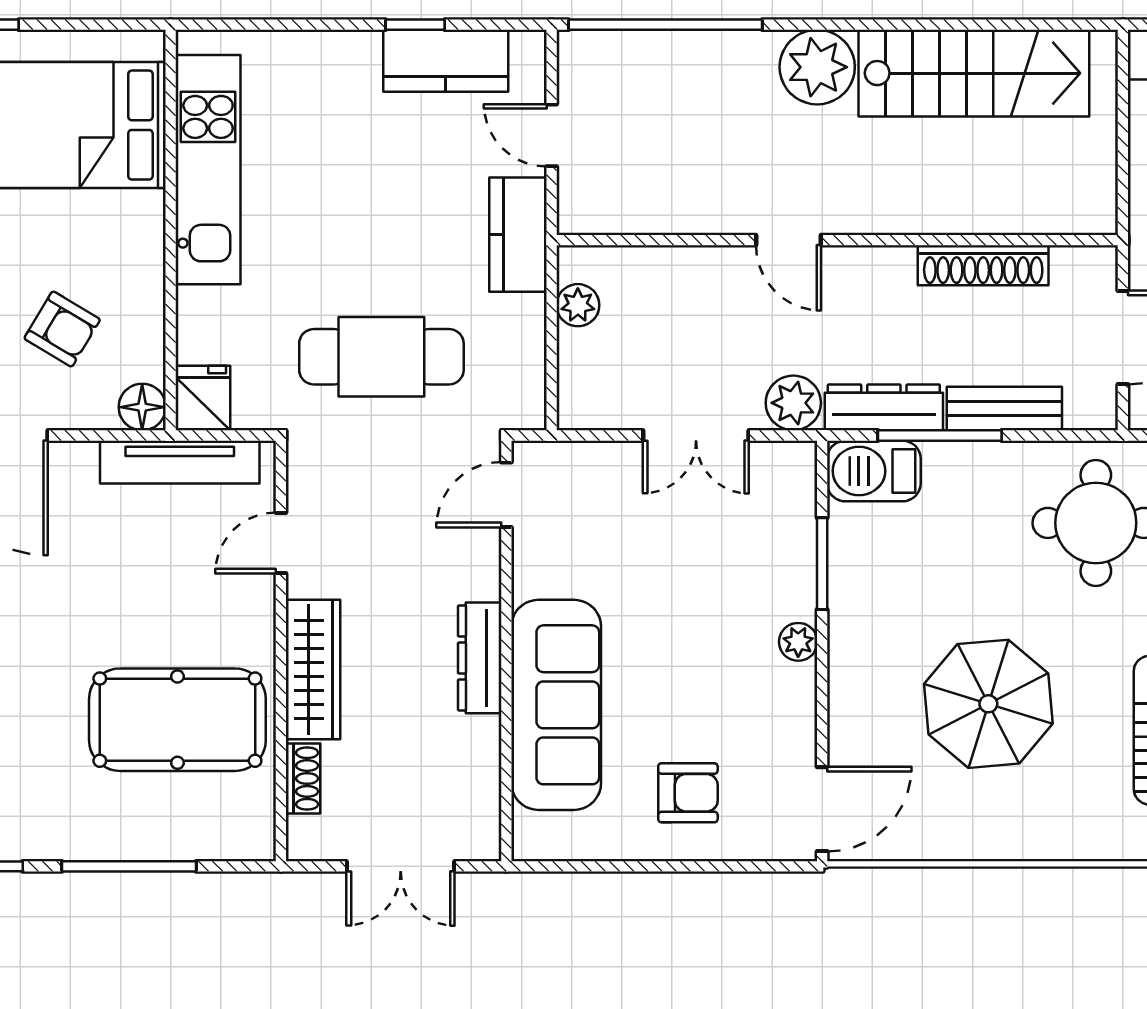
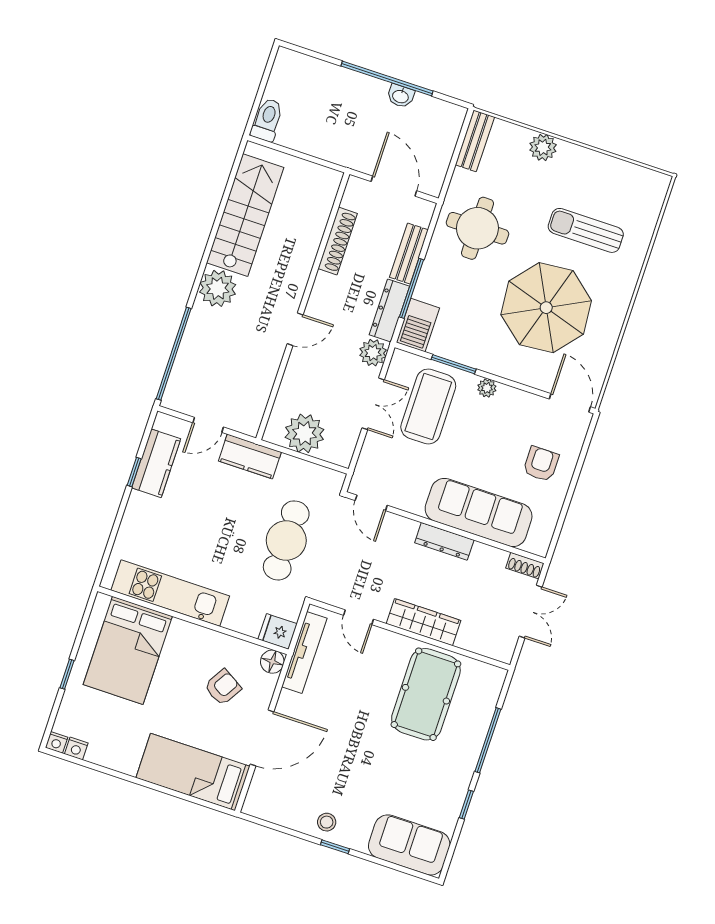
plant: (578, 305) -> (304, 433), width x1.88, depth x1.88
coffee table: (726, 542) -> (428, 406), added
parasol: (988, 704) -> (546, 308), width x1.36, depth x1.36
shoe rack: (303, 778) -> (525, 566), moved, turned 180

